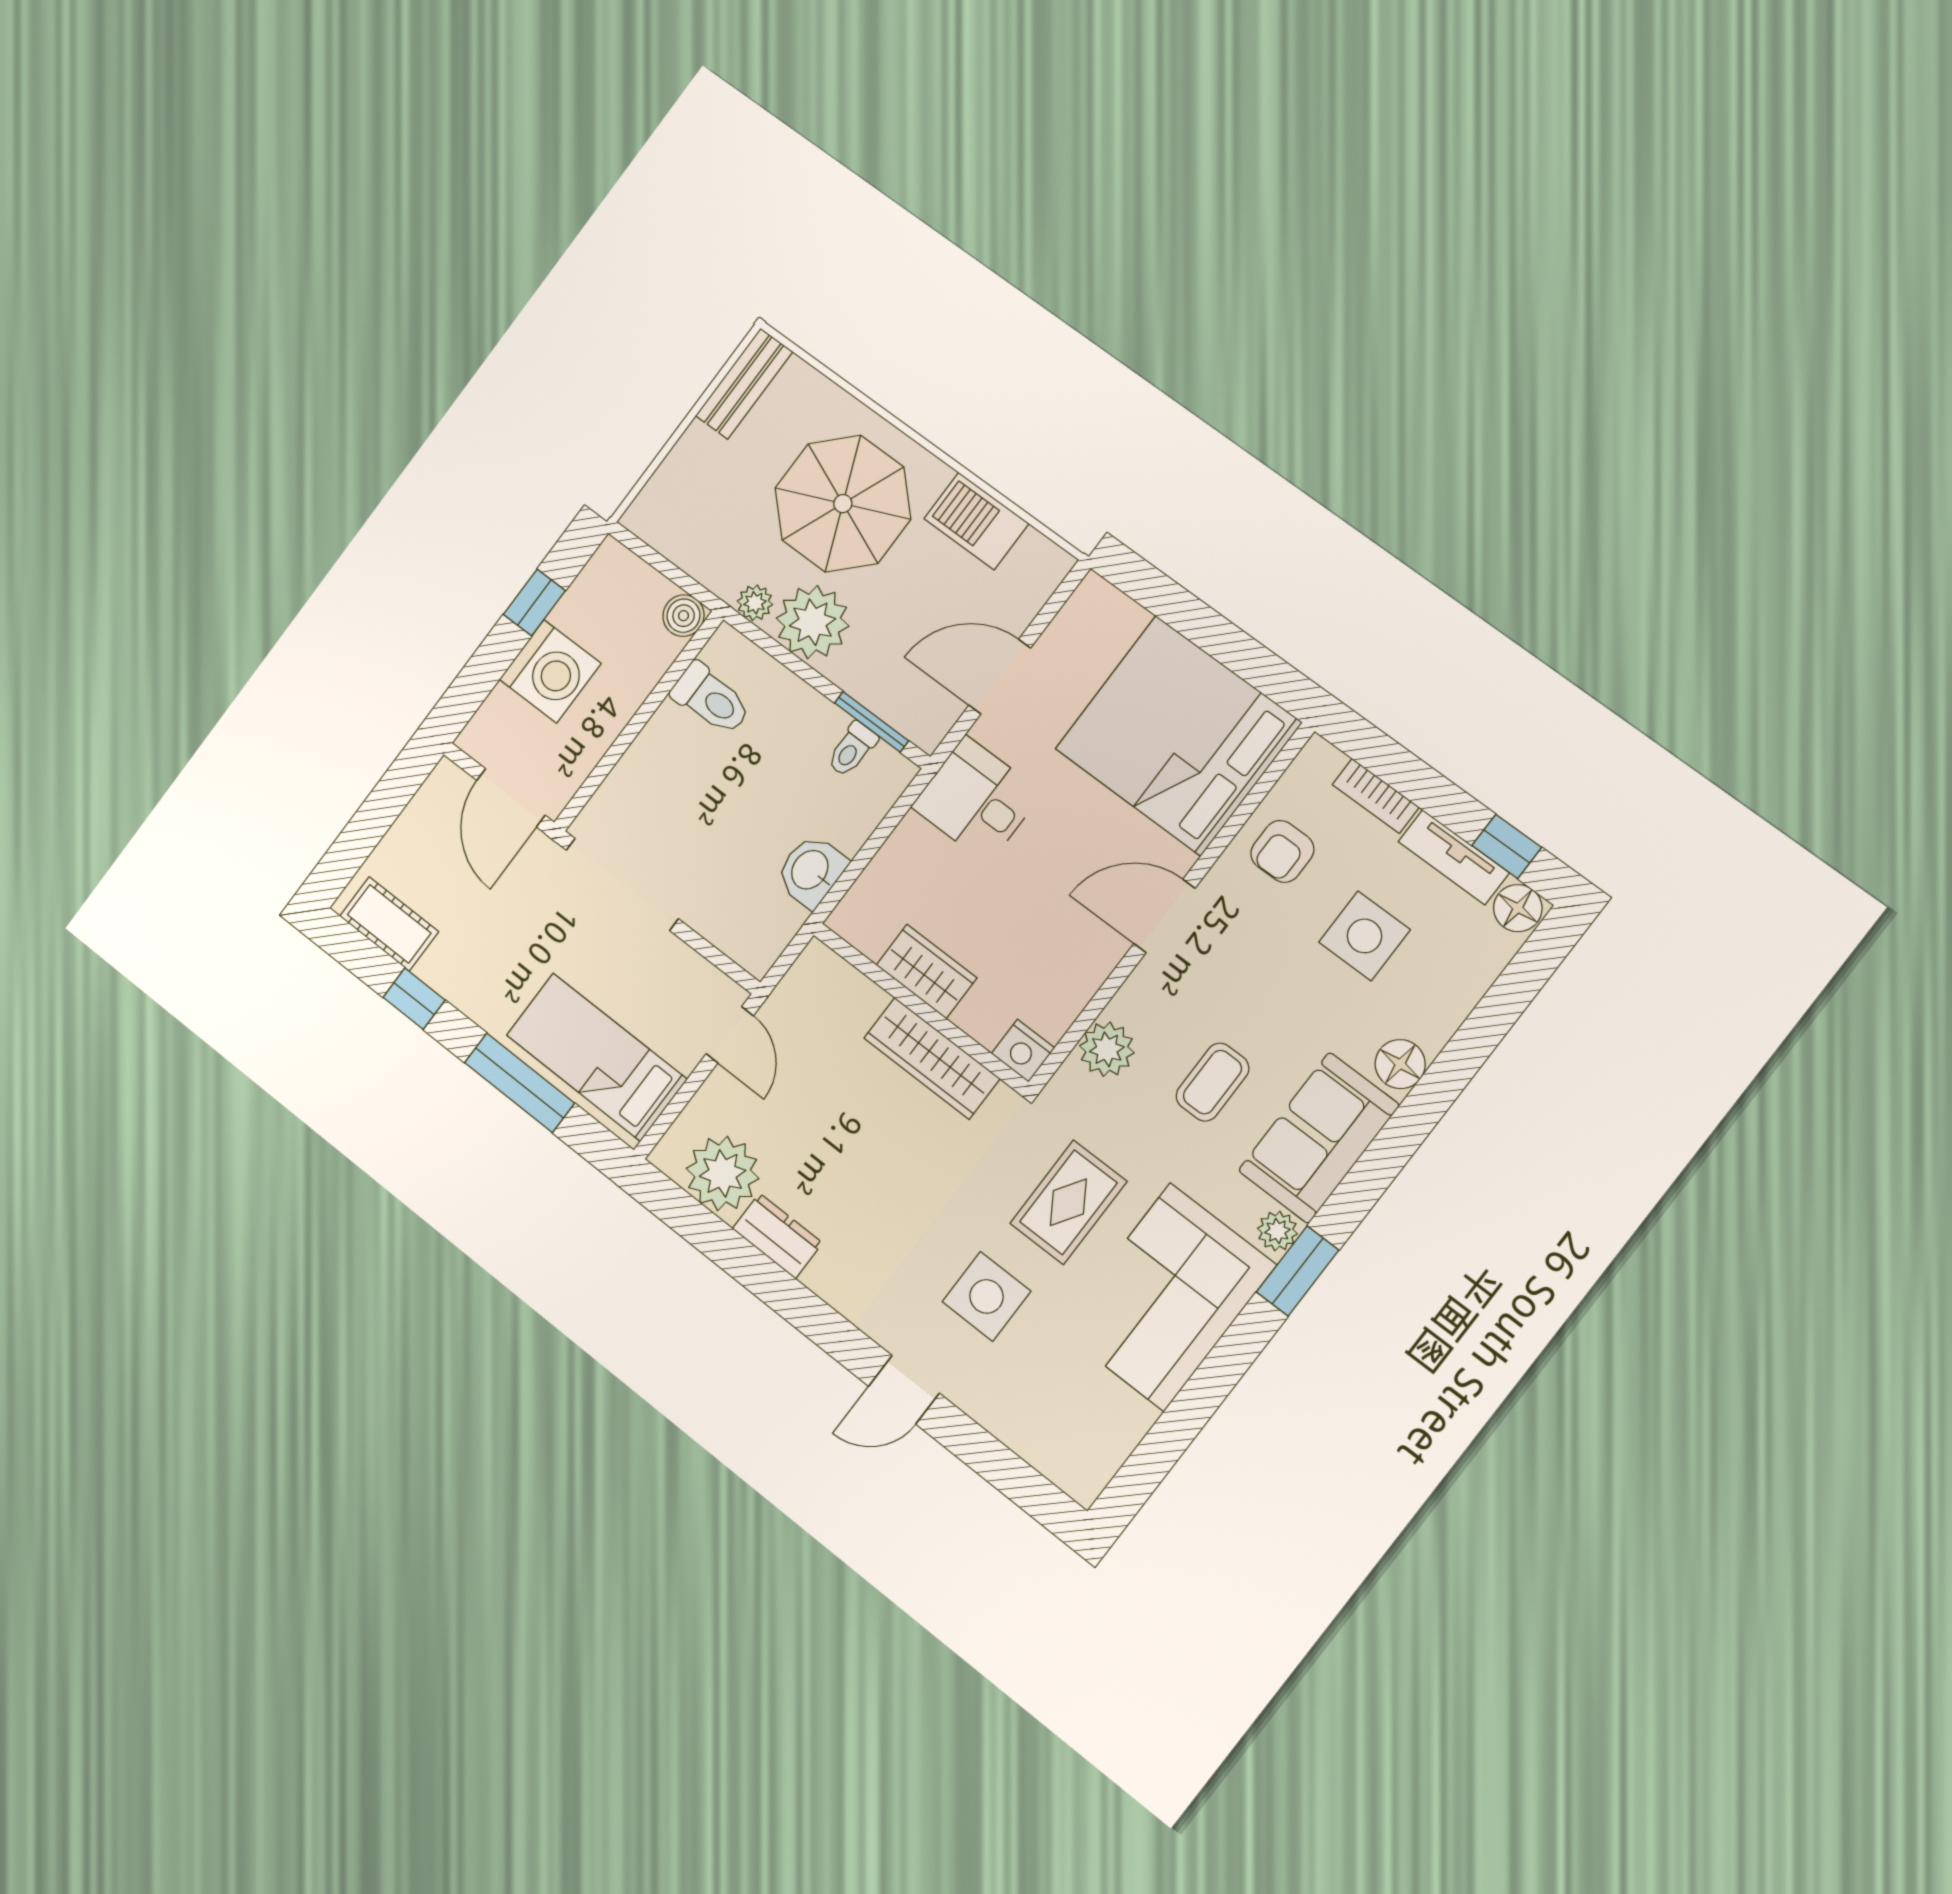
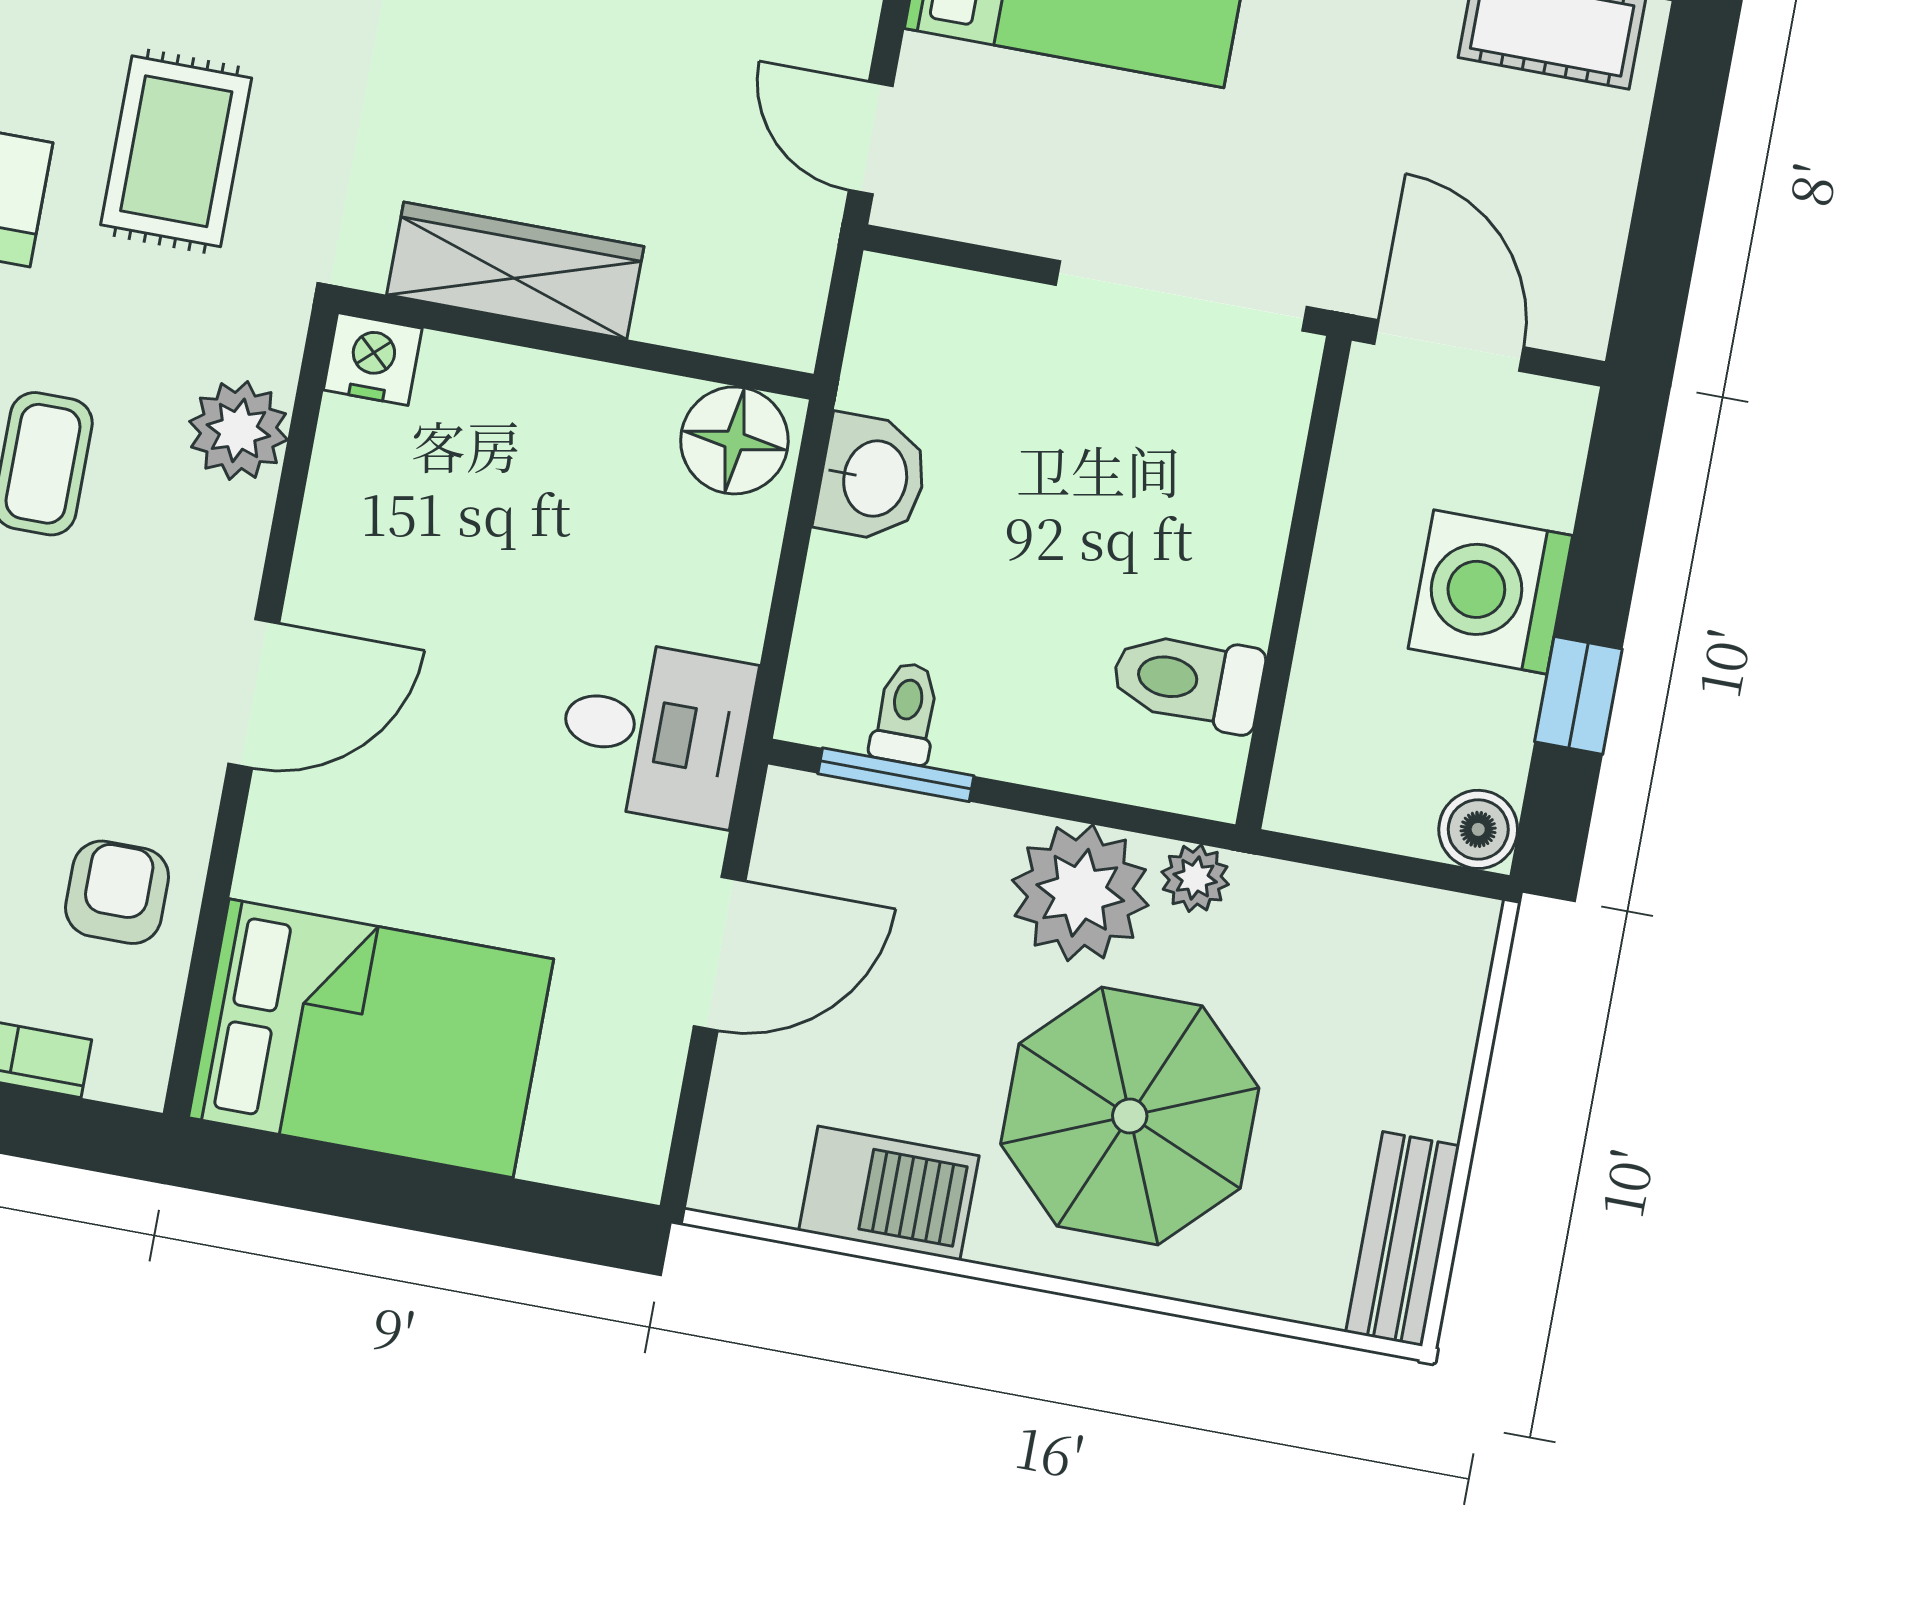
boiler: (684, 616) -> (1478, 829), moved
bed: (1178, 736) -> (371, 1038), width x0.73
floor lamp: (868, 922) -> (734, 440), added
wardrobe: (927, 971) -> (596, 408), removed

